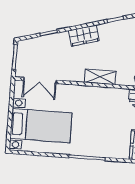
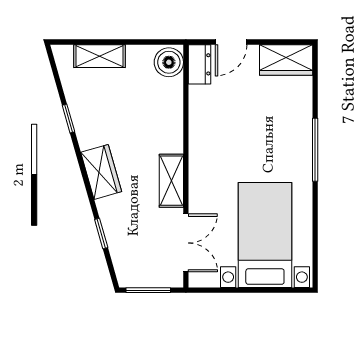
shelving: (100, 77) -> (171, 181), moved

